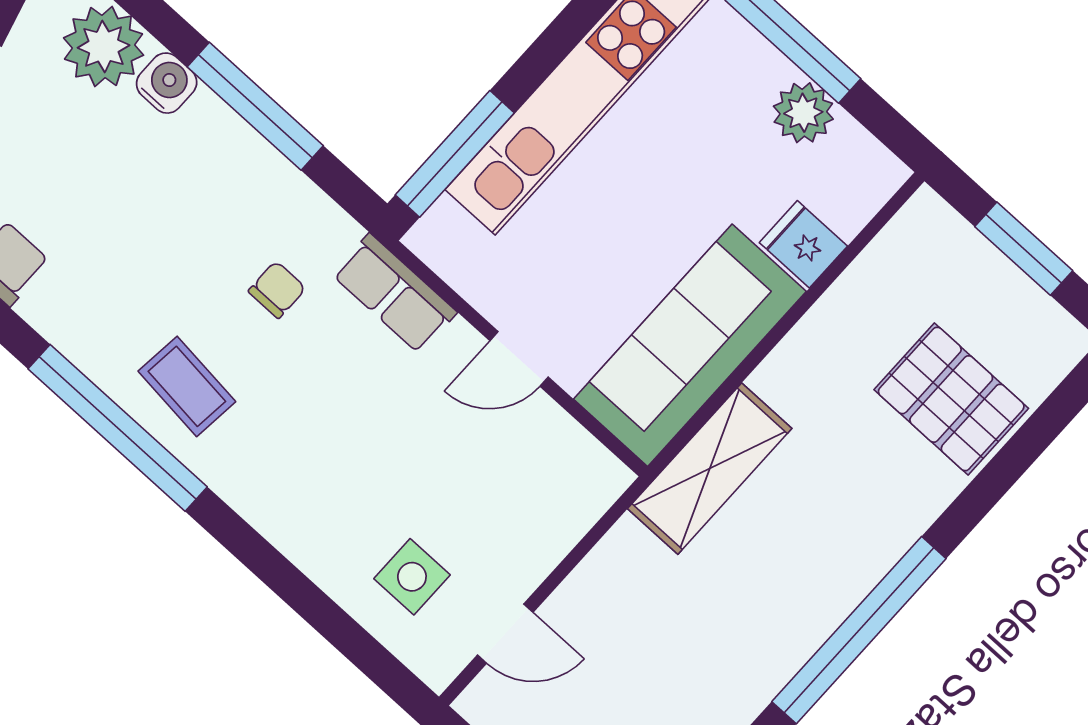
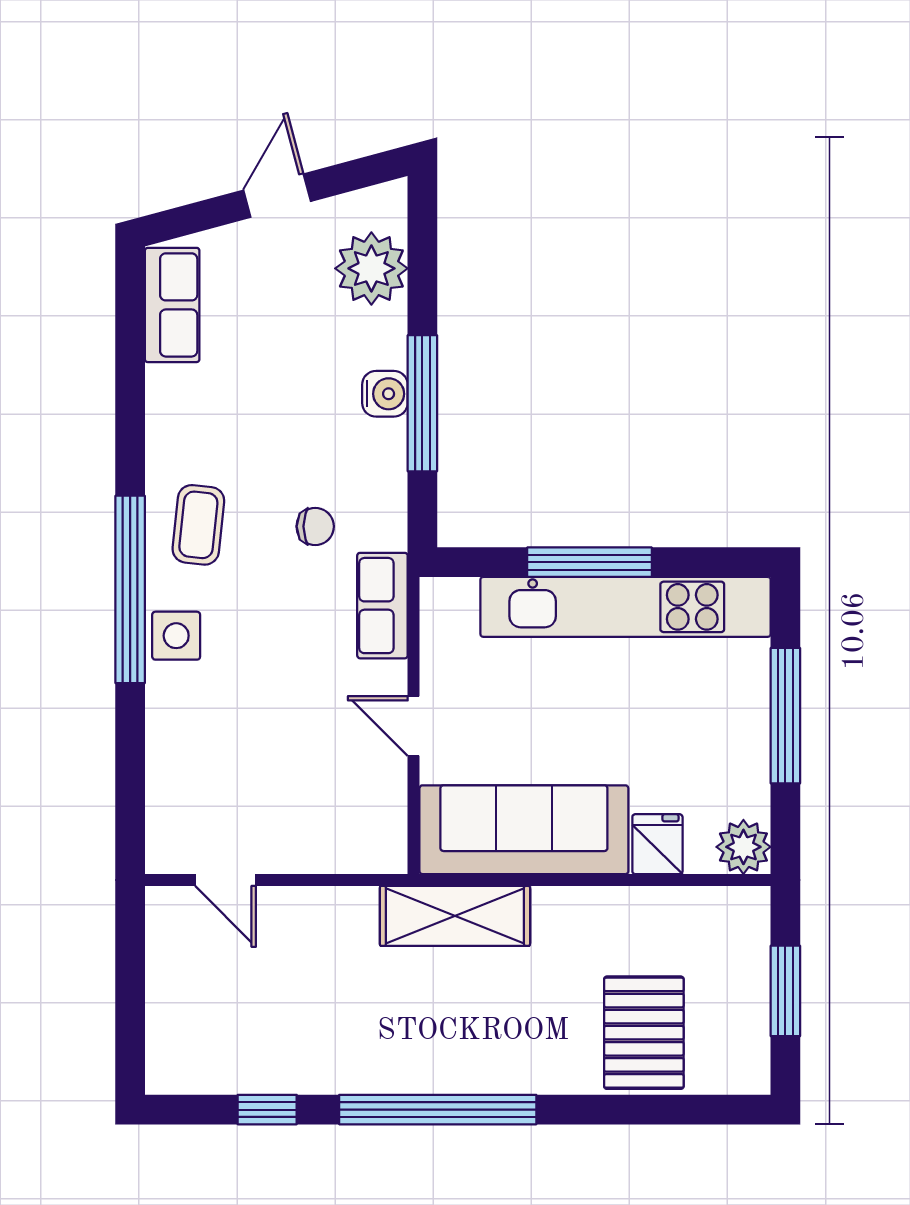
water cooler: (167, 83) -> (385, 394), moved
plant: (803, 113) -> (743, 847), moved
window: (455, 154) -> (590, 562), moved
window: (118, 428) -> (130, 589), moved
side table: (412, 577) -> (176, 636), moved

